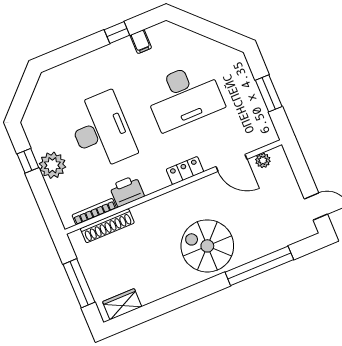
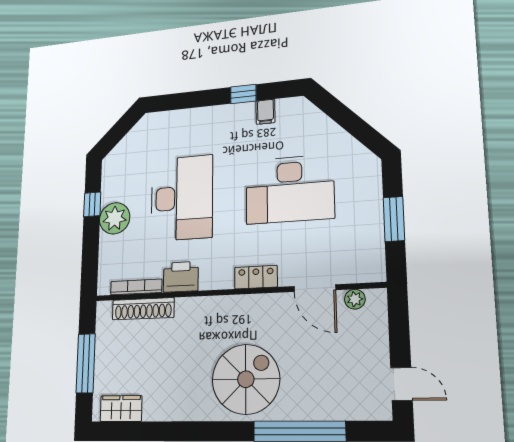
spiral stairs: (207, 246) -> (246, 379), turned 90

